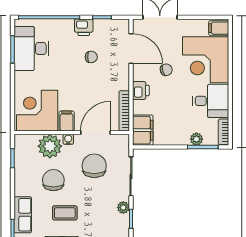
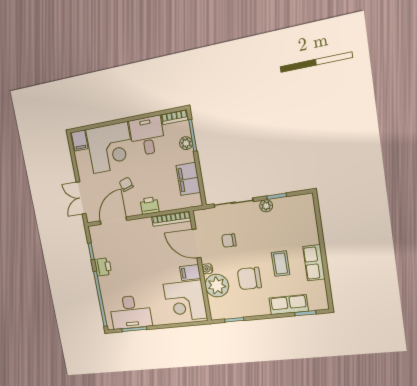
chair: (91, 57) -> (128, 257), removed
filing cabinet: (143, 130) -> (188, 179), moved, turned -90
chair: (94, 166) -> (229, 241), width x0.54, depth x0.54

